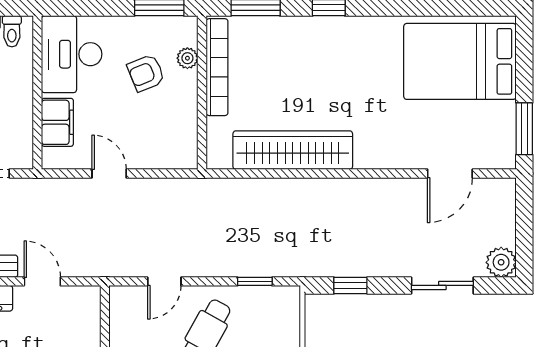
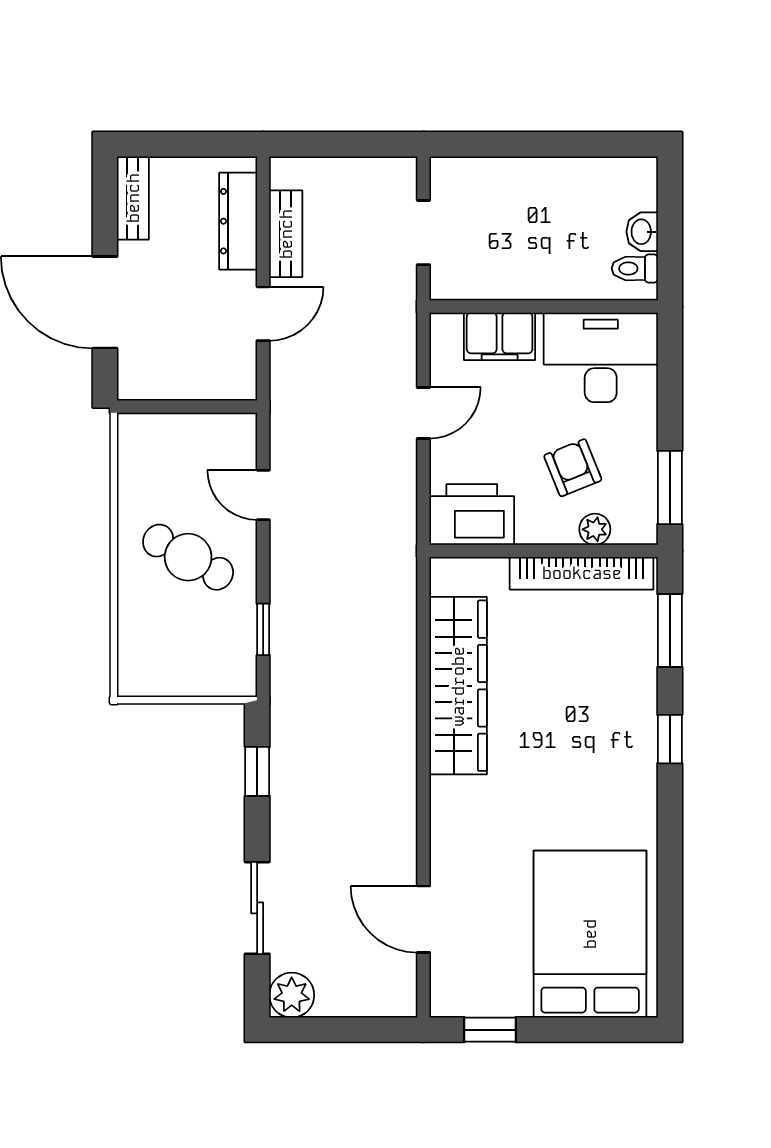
window: (524, 129) -> (490, 1030), width x0.67
printer: (177, 141) -> (472, 514), added

